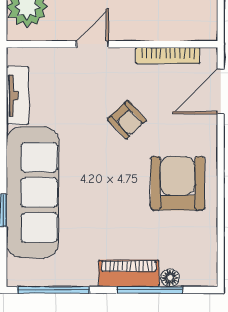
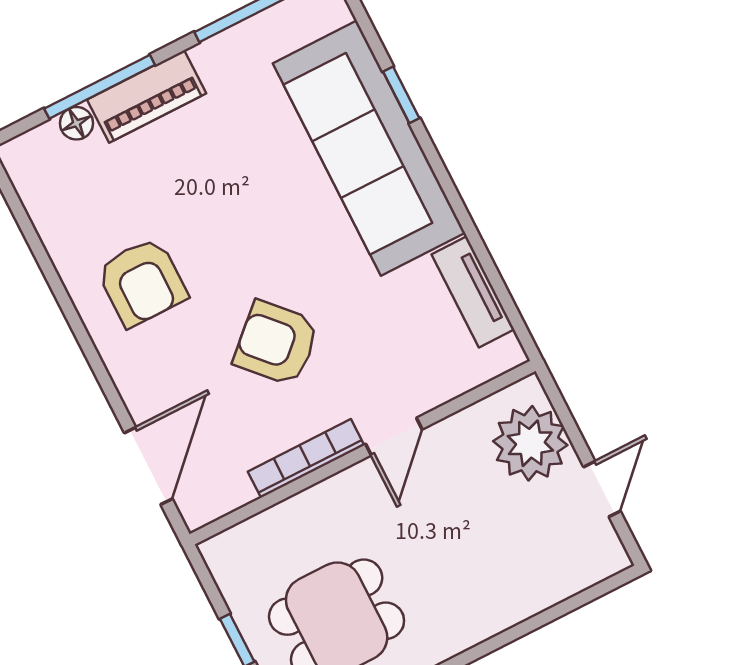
bookcase: (168, 55) -> (306, 458), moved
armchair: (127, 120) -> (276, 343), width x1.38, depth x1.38
armchair: (178, 183) -> (142, 282), width x0.73, depth x0.73

